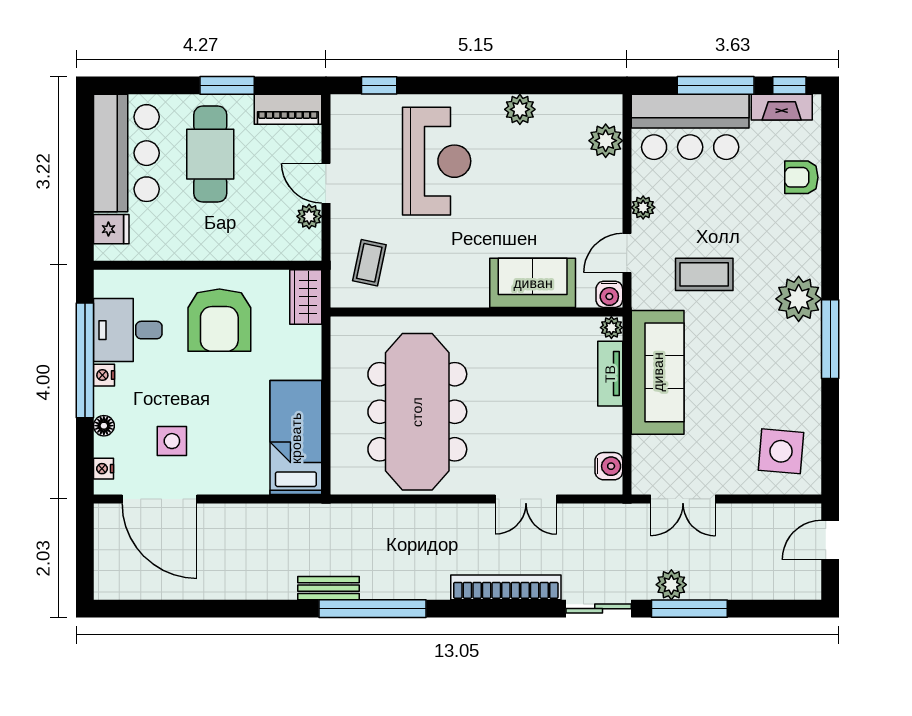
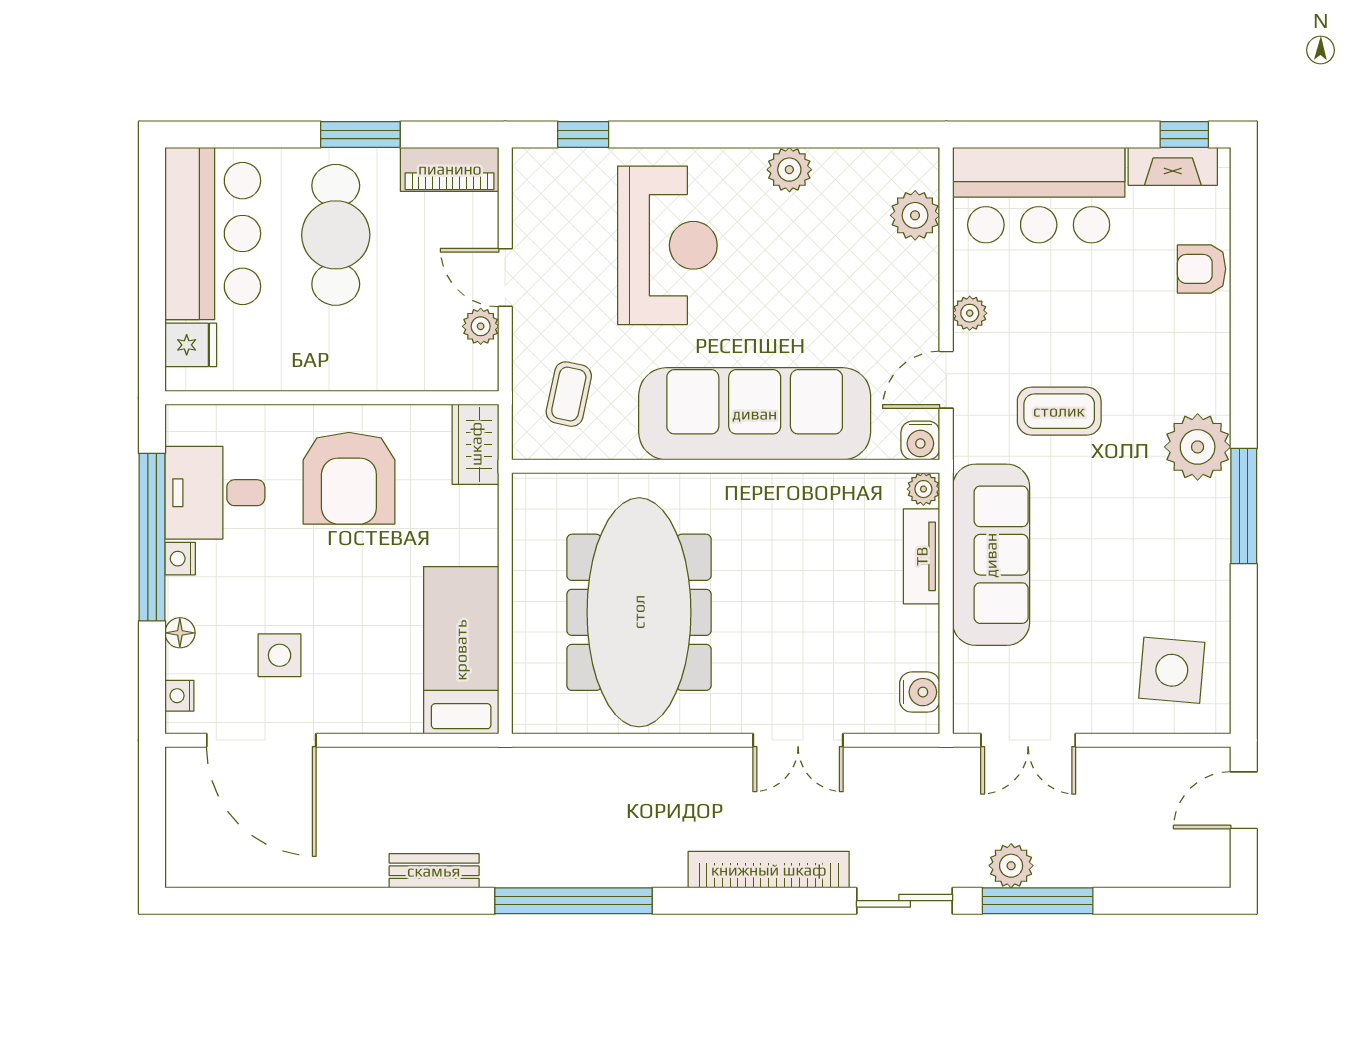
window: (716, 85) -> (1076, 134), removed
sofa: (533, 283) -> (755, 414), width x1.85, depth x1.27
bench: (329, 588) -> (434, 871), moved

